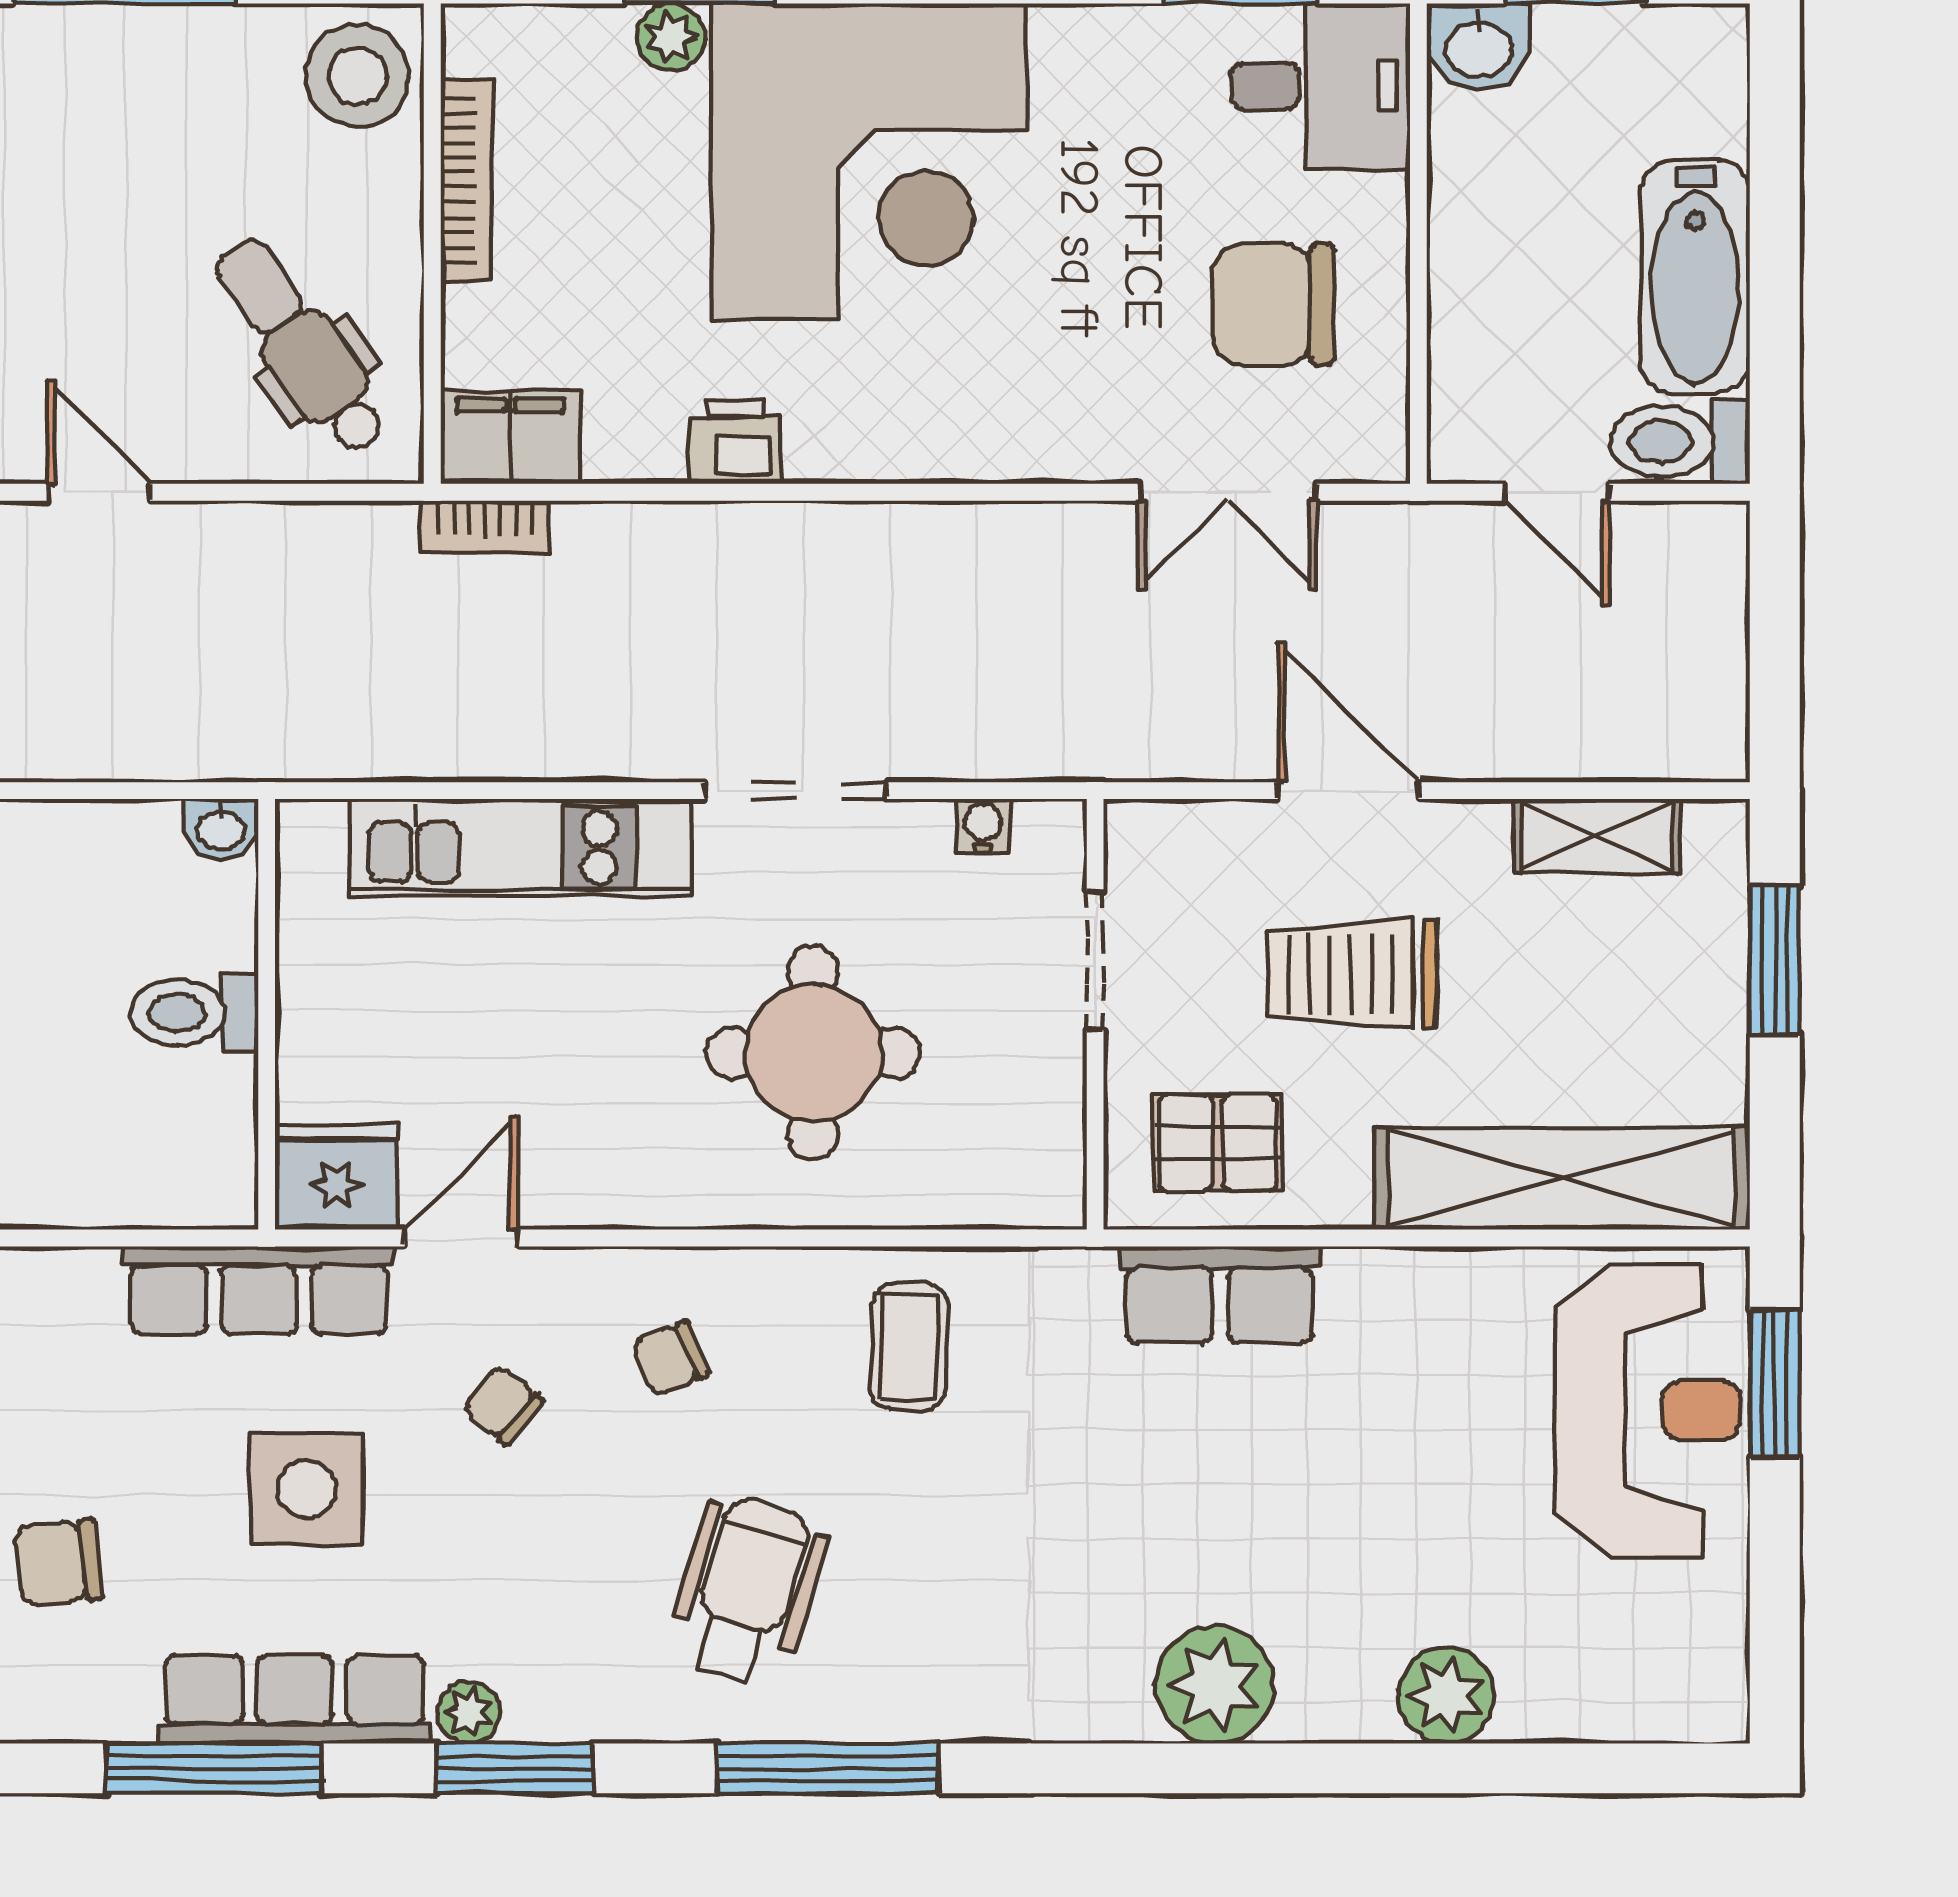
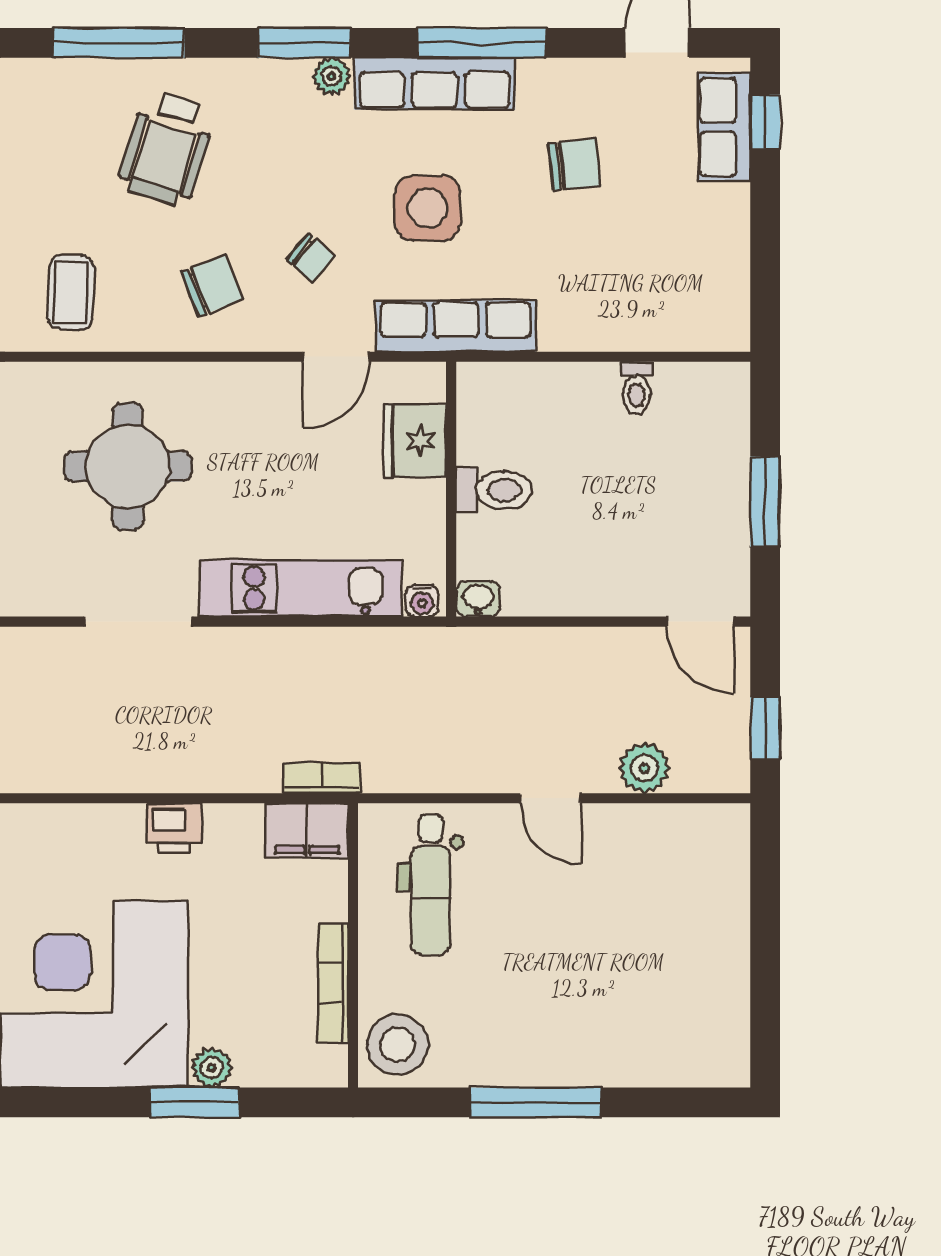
dental chair: (301, 346) -> (431, 885), turned 35
water cooler: (983, 826) -> (422, 601), moved
fridge: (336, 1177) -> (415, 441), moved, turned 90
chair: (670, 1359) -> (212, 285), width x1.37, depth x1.37

